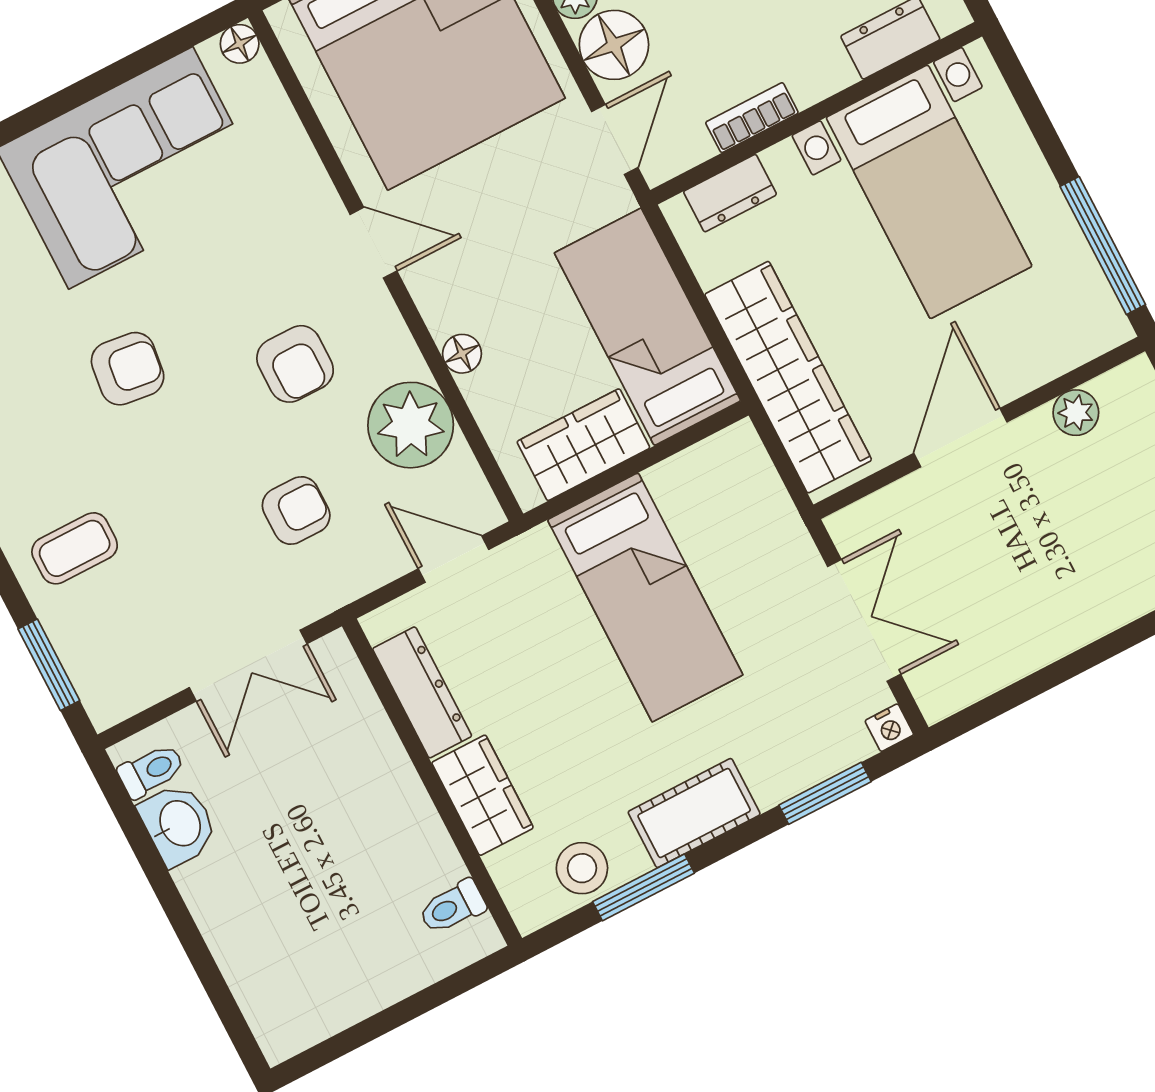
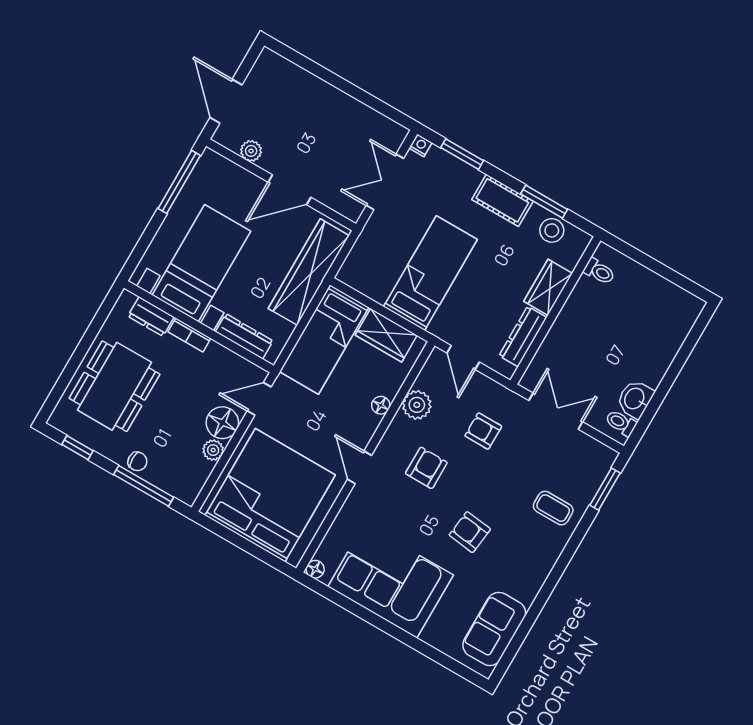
bookcase: (752, 118) -> (189, 335), moved
dresser: (730, 193) -> (244, 336), width x1.44
plant: (411, 425) -> (417, 405), width x0.73, depth x0.73

